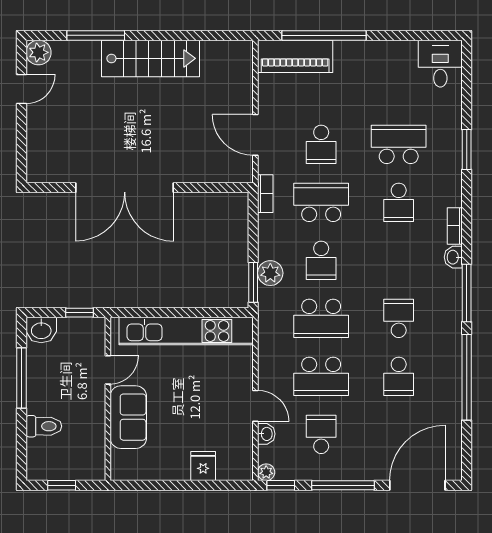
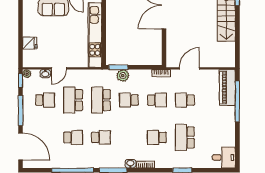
school desk: (399, 144) -> (185, 137), turned 180
school desk: (321, 202) -> (157, 100), width x0.54
school desk: (399, 376) -> (73, 137), turned 180

